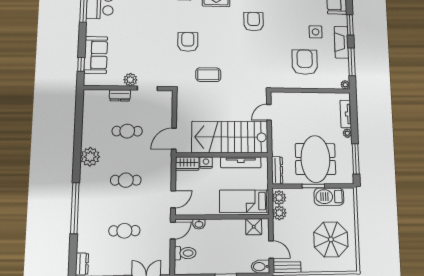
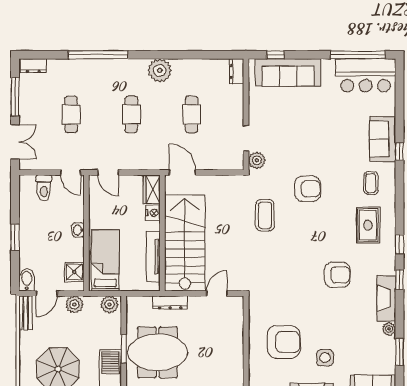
sofa: (96, 55) -> (288, 73), width x1.36
plant: (130, 80) -> (257, 160), moved
dresser: (120, 95) -> (237, 71), moved
door: (269, 112) -> (217, 293), hinge flipped
dresser: (277, 170) -> (170, 303), moved
plant: (279, 213) -> (74, 304), moved
washbasin: (199, 224) -> (78, 230), moved

